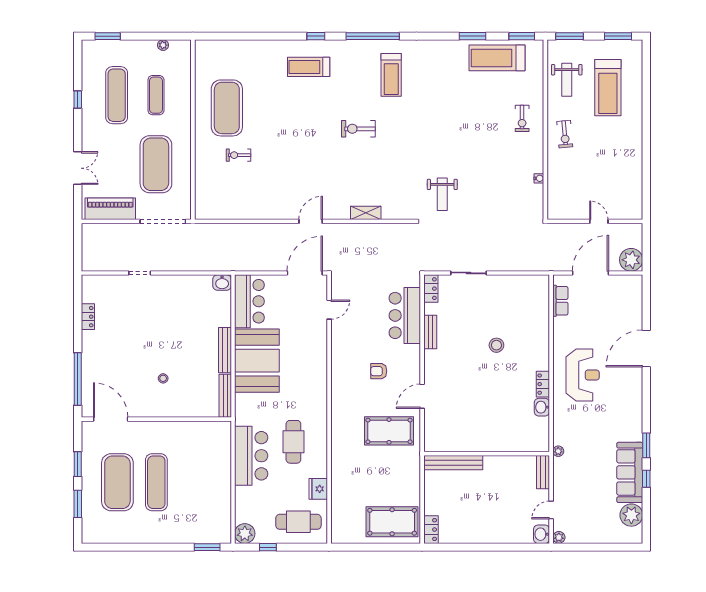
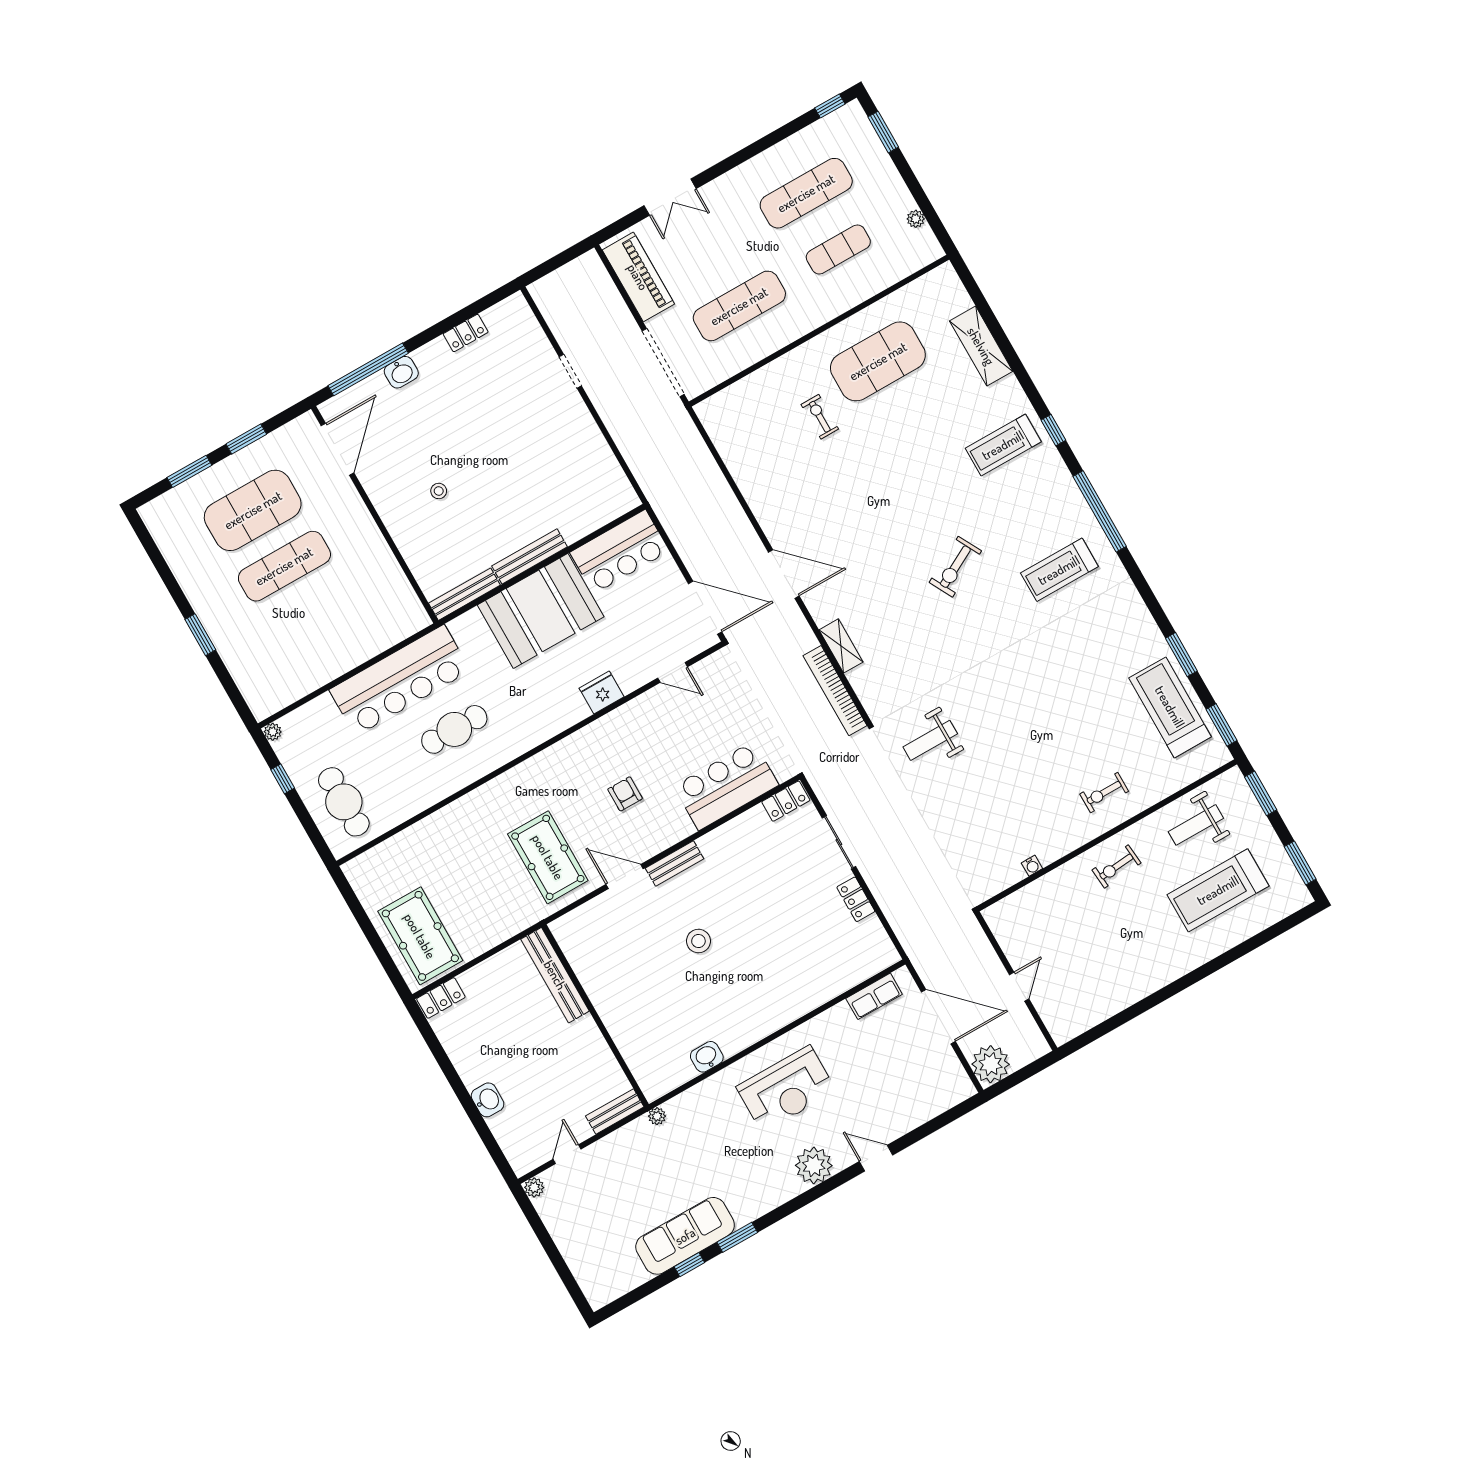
shelving: (250, 49) -> (981, 346), added
treadmill: (309, 67) -> (1003, 445), turned -90
window: (78, 99) -> (830, 106), moved
exercise bike: (358, 129) -> (955, 567), turned -118
exercise mat: (156, 164) -> (739, 306), width x0.68
door: (311, 221) -> (784, 574), width x1.36
bookcase: (387, 229) -> (835, 691), added
washbasin: (222, 283) -> (401, 372), moved, turned -90
bench: (430, 332) -> (675, 863), moved
stool: (496, 345) -> (698, 941), moved
door: (646, 348) -> (876, 1158), width x0.53
locker: (543, 384) -> (856, 899), moved, turned -90
bar counter: (251, 456) -> (400, 680), width x1.36
fridge: (318, 489) -> (601, 692), moved
door: (551, 510) -> (567, 1154), hinge flipped
plant: (631, 515) -> (814, 1165), moved
plant: (245, 534) -> (273, 732), width x0.53, depth x0.53
washbasin: (542, 534) -> (488, 1100), moved, turned 90
window: (207, 547) -> (200, 635), moved

